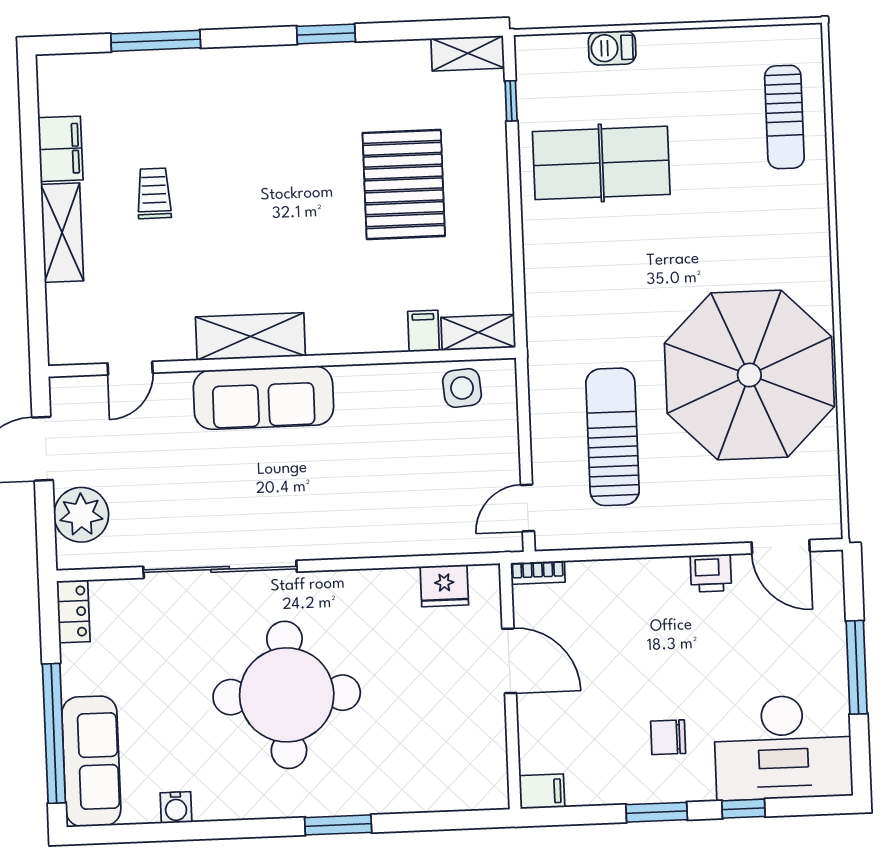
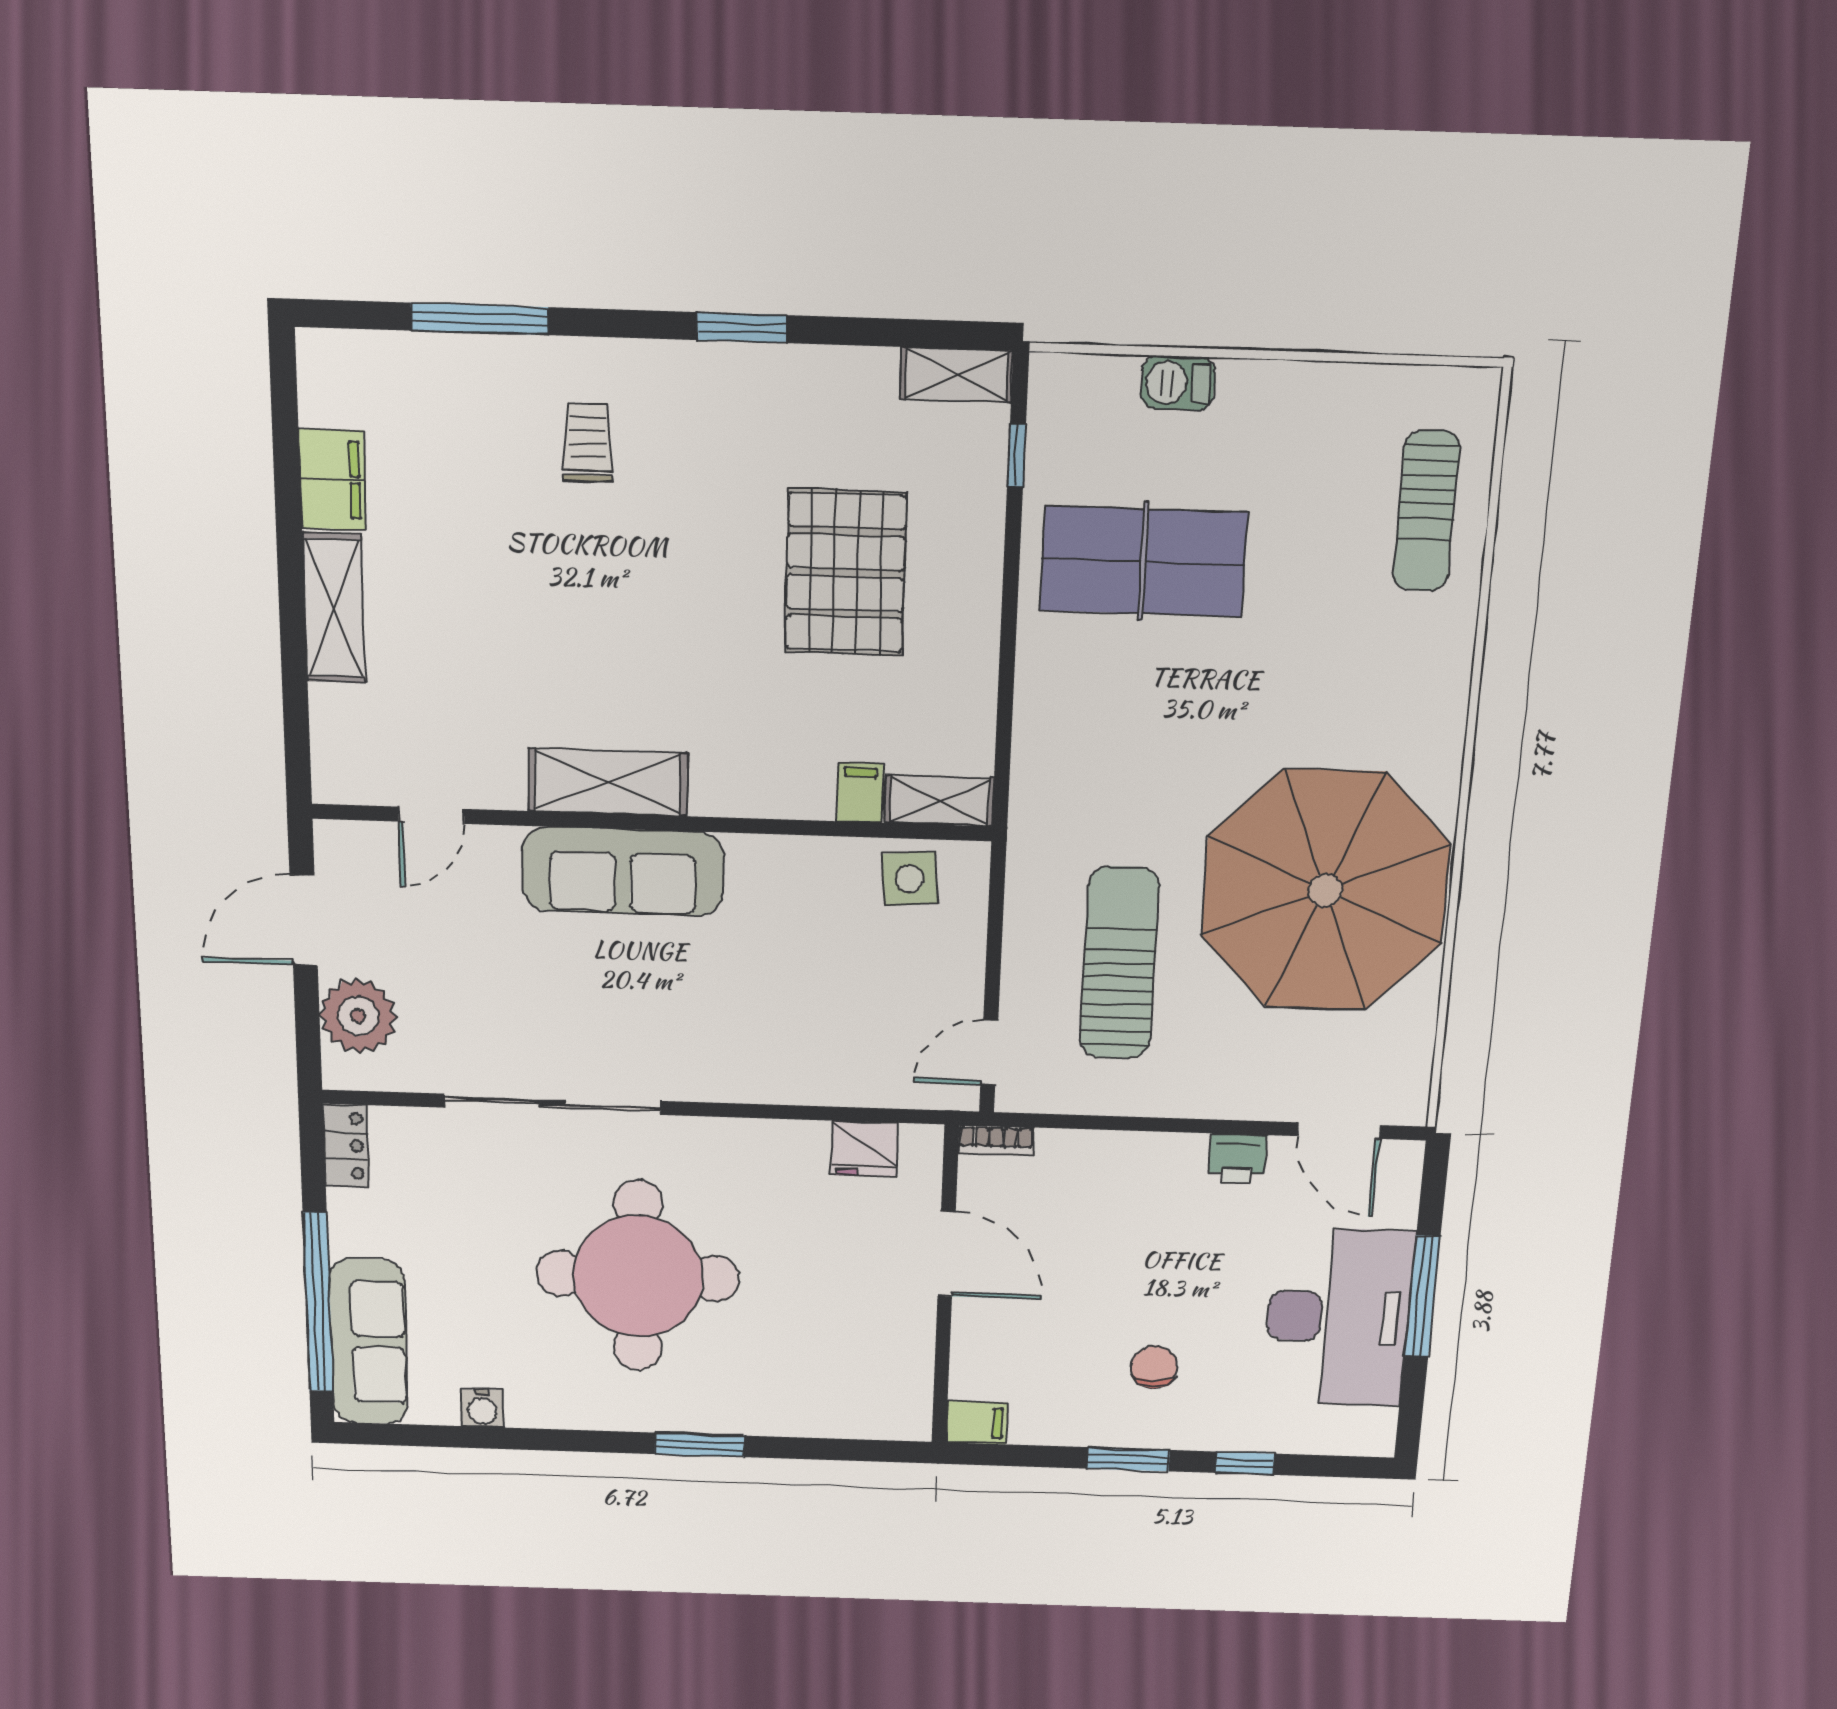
trolley: (154, 193) -> (588, 443), moved
chair: (668, 737) -> (1154, 1367), turned 90
desk: (783, 747) -> (1338, 1317), moved, turned -90

